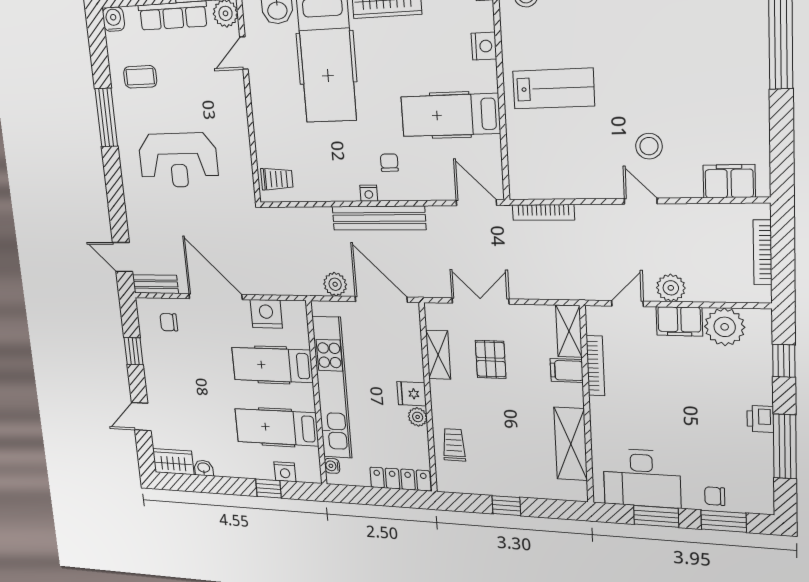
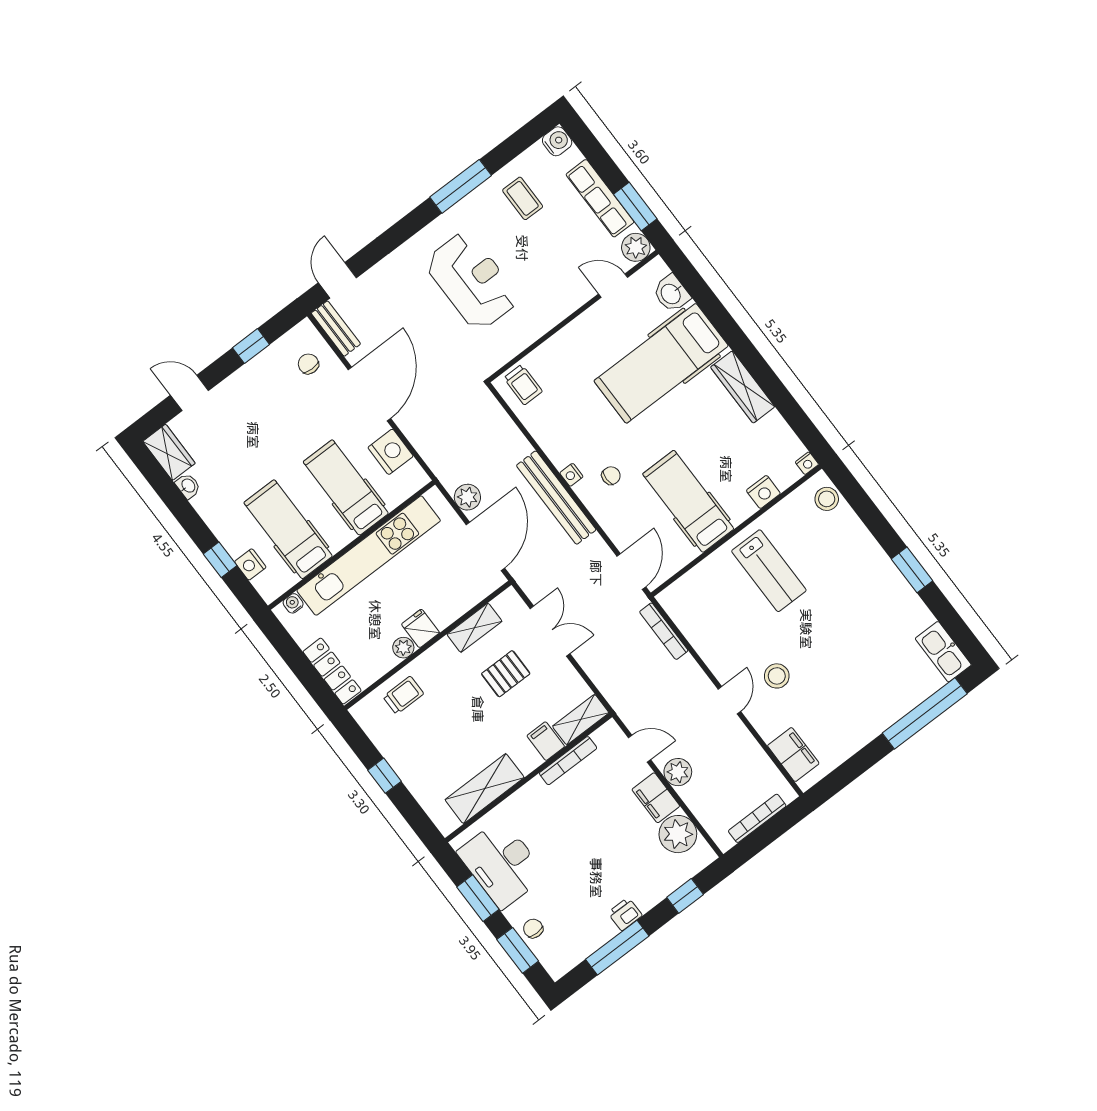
reception desk: (178, 160) -> (472, 281), turned 180

